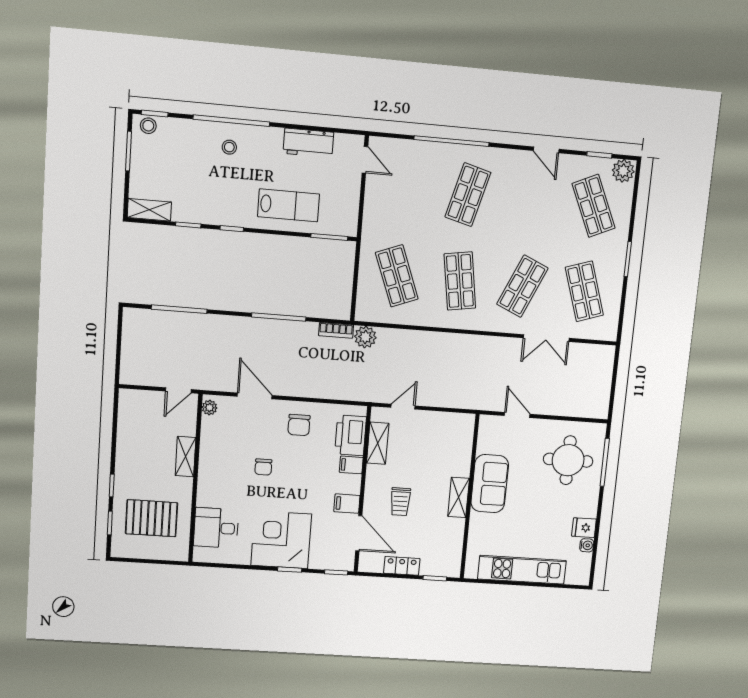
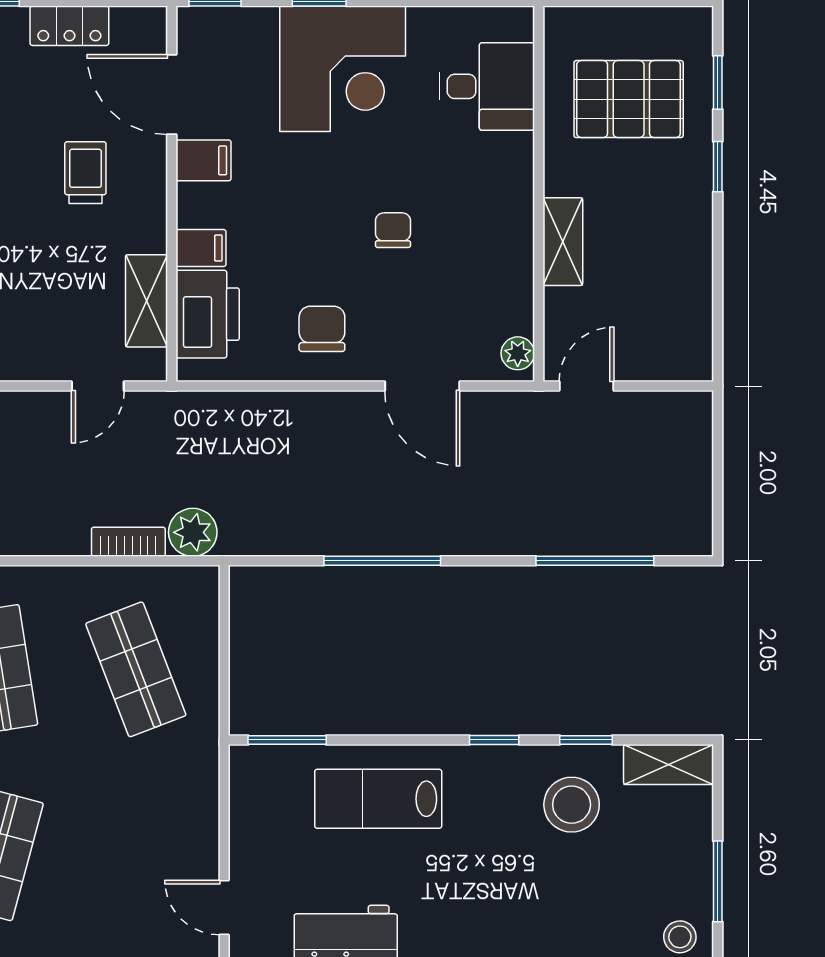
stool: (229, 147) -> (572, 805), moved, width x1.89, depth x1.89
bookcase: (336, 330) -> (128, 542), moved

